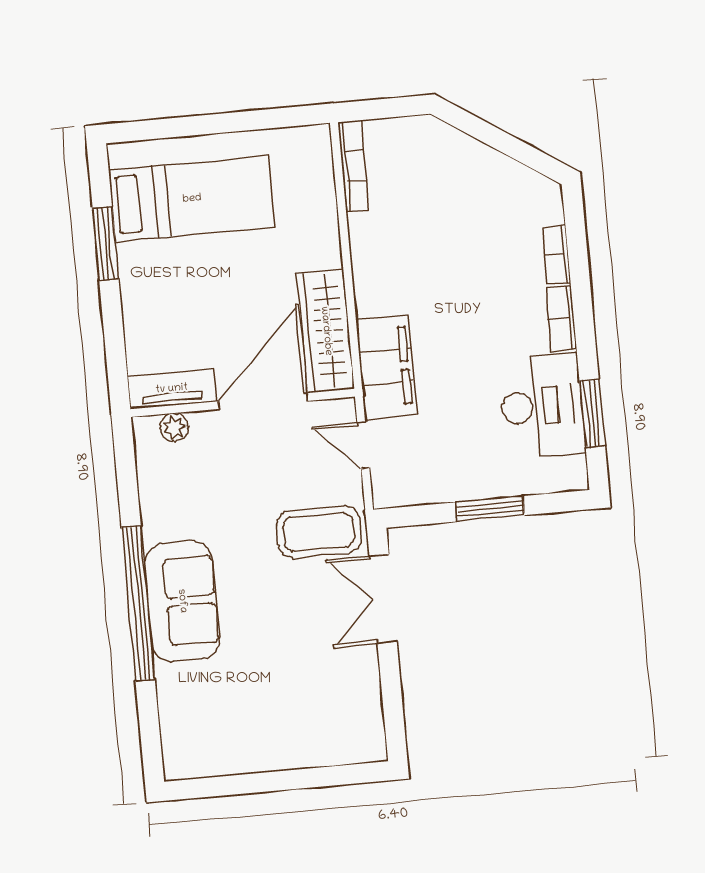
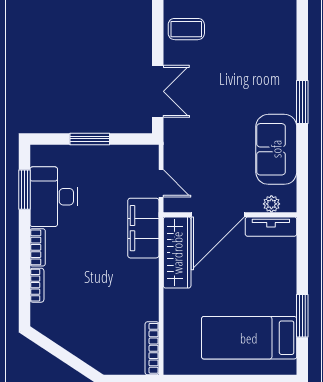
coffee table: (319, 532) -> (186, 29), moved, width x0.73, depth x0.77
sofa: (182, 601) -> (276, 149), moved
window: (138, 603) -> (302, 102), width x0.47

